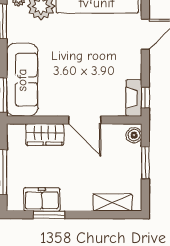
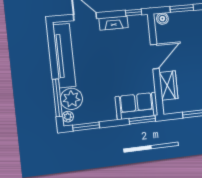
sofa: (22, 80) -> (137, 106), width x0.73
fireplace: (134, 98) -> (114, 23), moved

